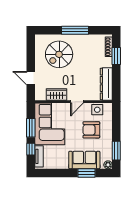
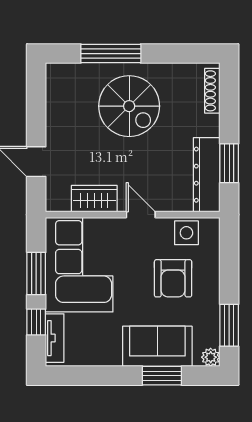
window: (75, 30) -> (111, 54), moved
spiral stairs: (59, 54) -> (129, 106), moved, turned -90
window: (116, 56) -> (229, 163), moved
door: (77, 102) -> (141, 215), swing flipped
armchair: (91, 130) -> (173, 278), turned -90

